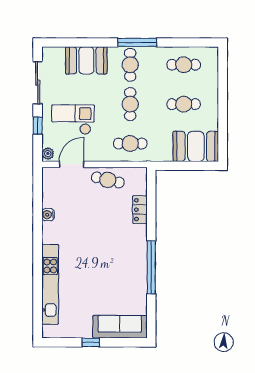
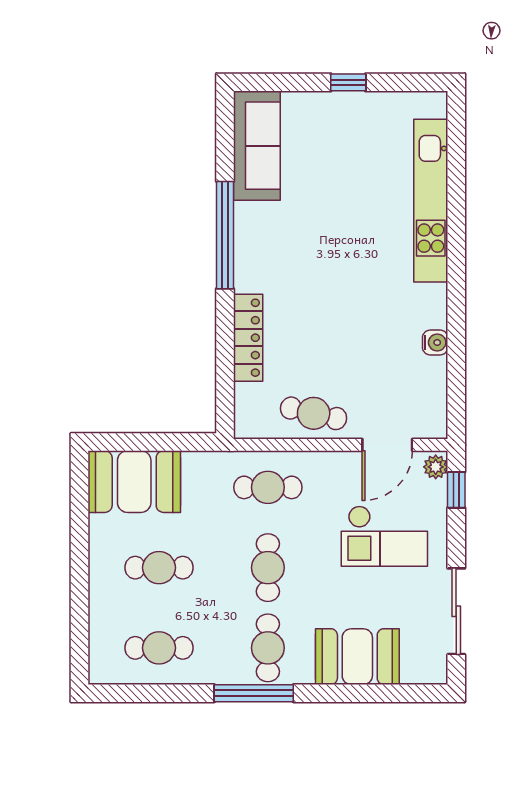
window: (38, 126) -> (456, 490), moved
locker: (140, 210) -> (248, 338), width x1.53
sofa: (120, 327) -> (257, 146), moved, turned -90

